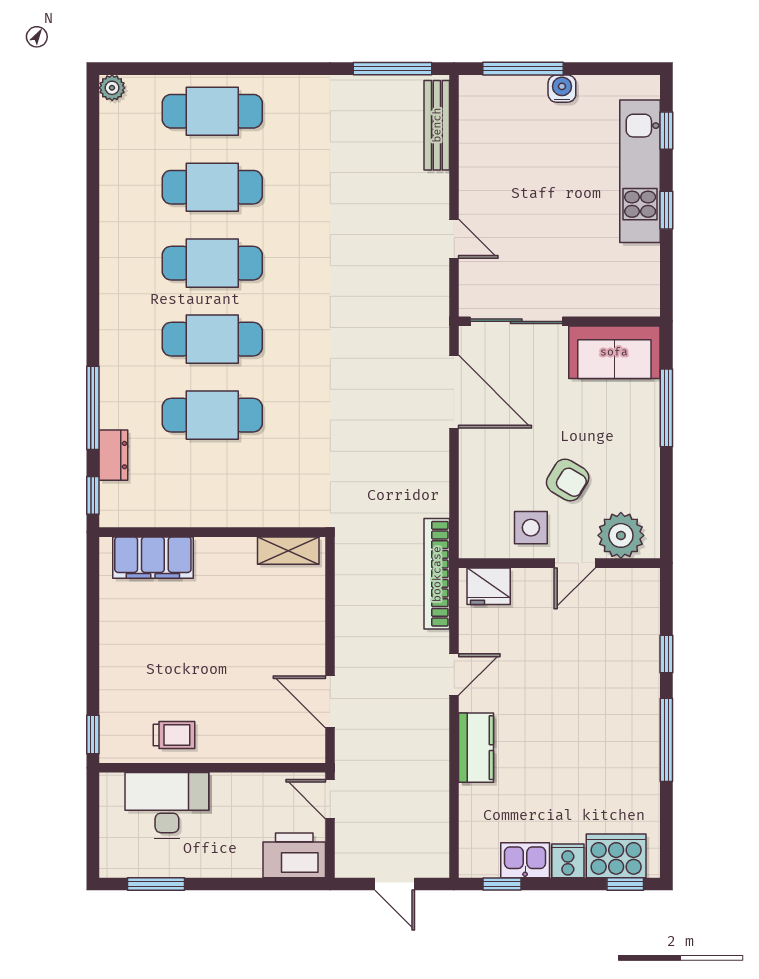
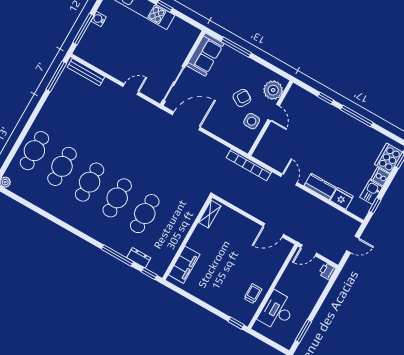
fridge: (489, 586) -> (342, 198), moved, turned -90
printer: (294, 855) -> (327, 271), width x0.53, depth x0.68

